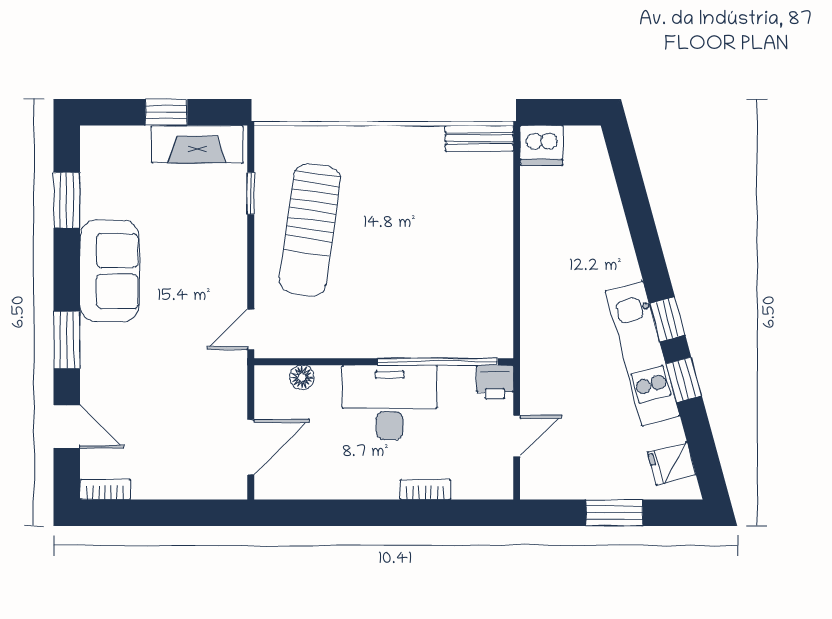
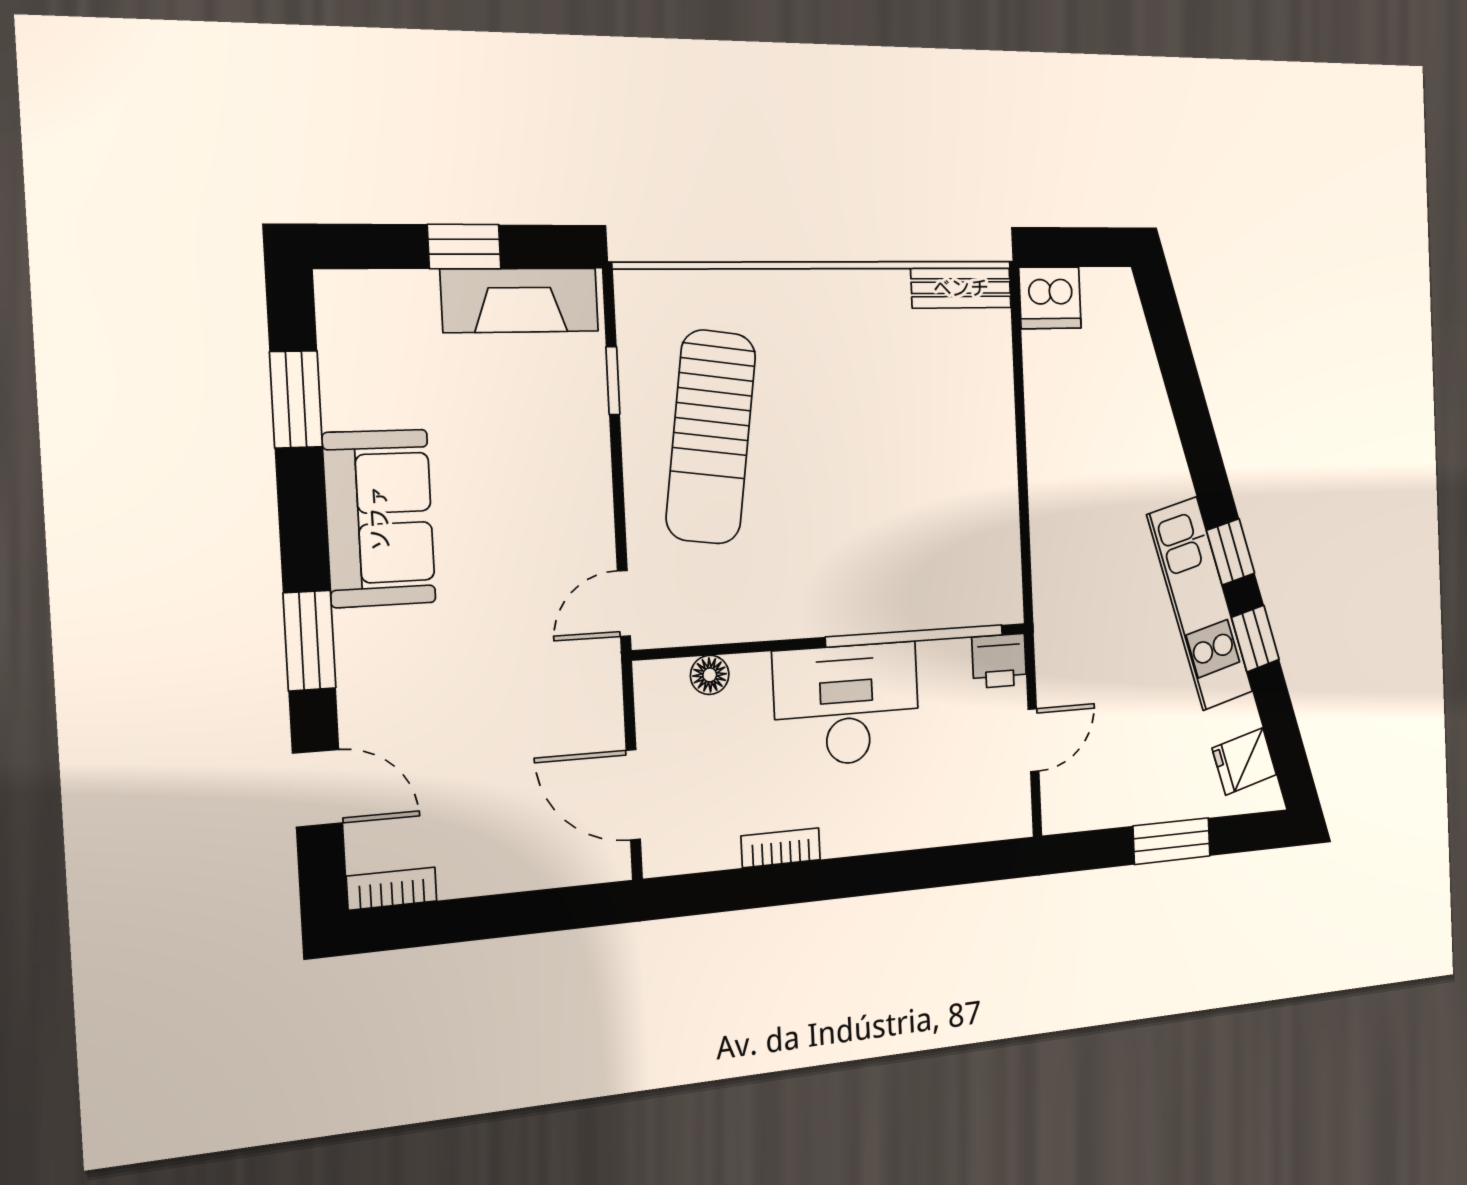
door: (251, 447) -> (633, 795), swing flipped
bookcase: (425, 490) -> (781, 848), moved

